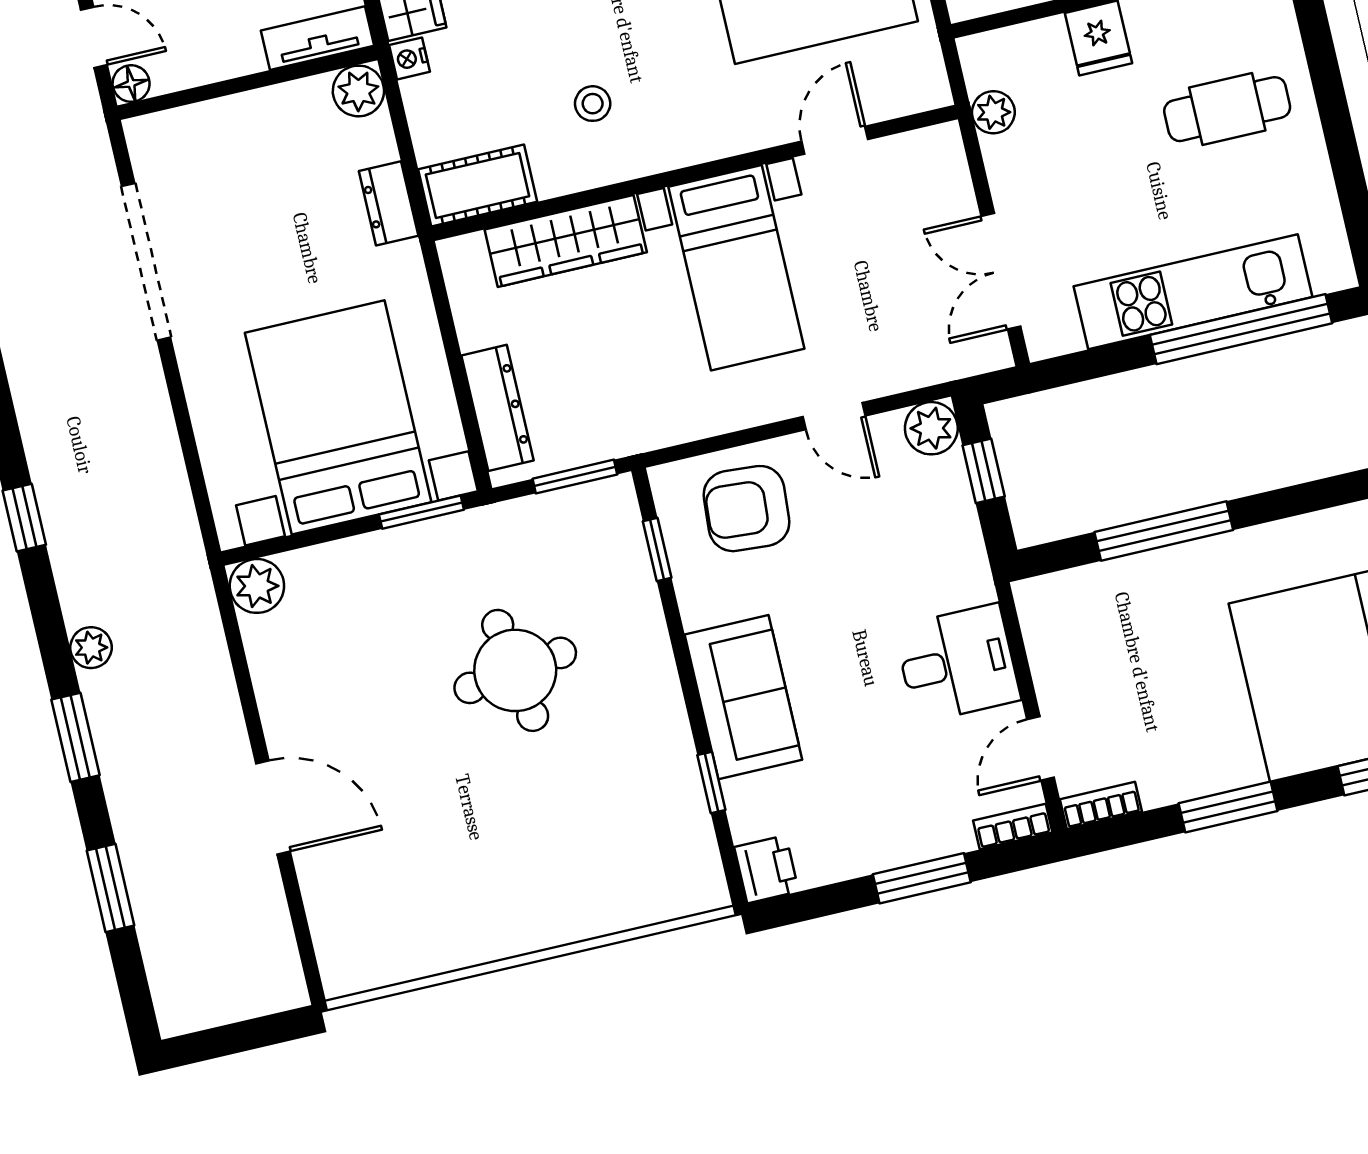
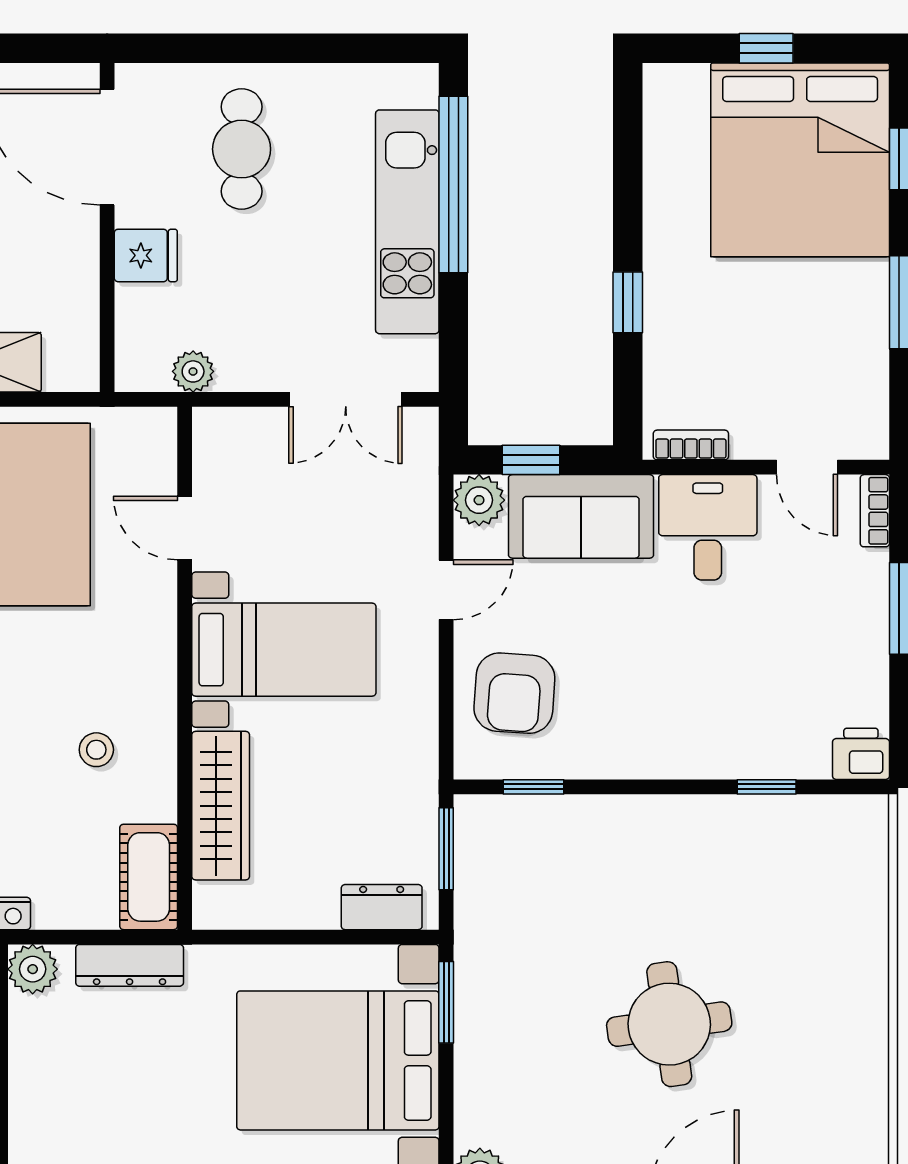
dresser: (389, 203) -> (130, 965), width x1.44
dresser: (498, 408) -> (382, 907), width x0.70
window: (1164, 531) -> (628, 302), width x0.46
round table: (515, 670) -> (669, 1024), moved
sofa: (743, 697) -> (581, 516), moved, turned 180
bookcase: (1101, 805) -> (691, 445), moved, turned 90

